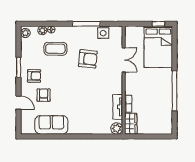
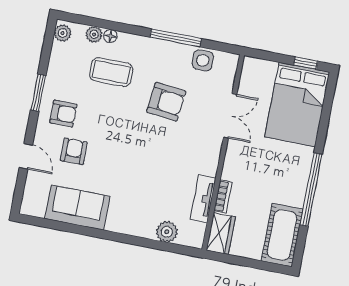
cot: (164, 118) -> (282, 235), added
plant: (117, 128) -> (167, 232), moved

